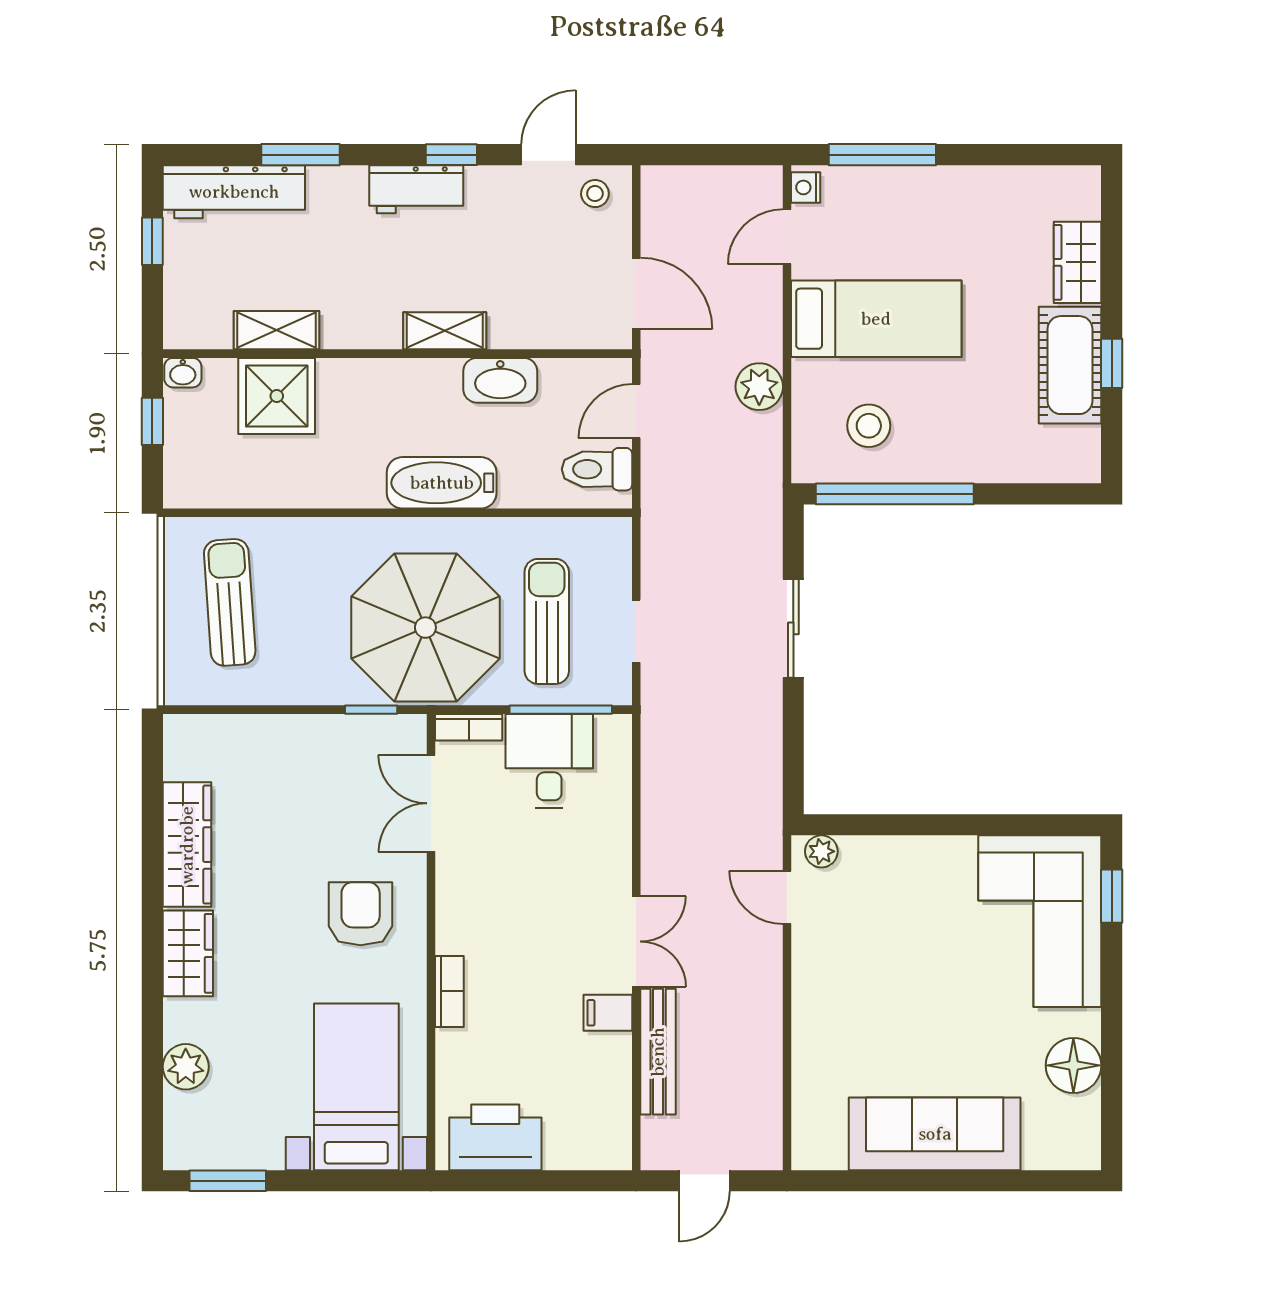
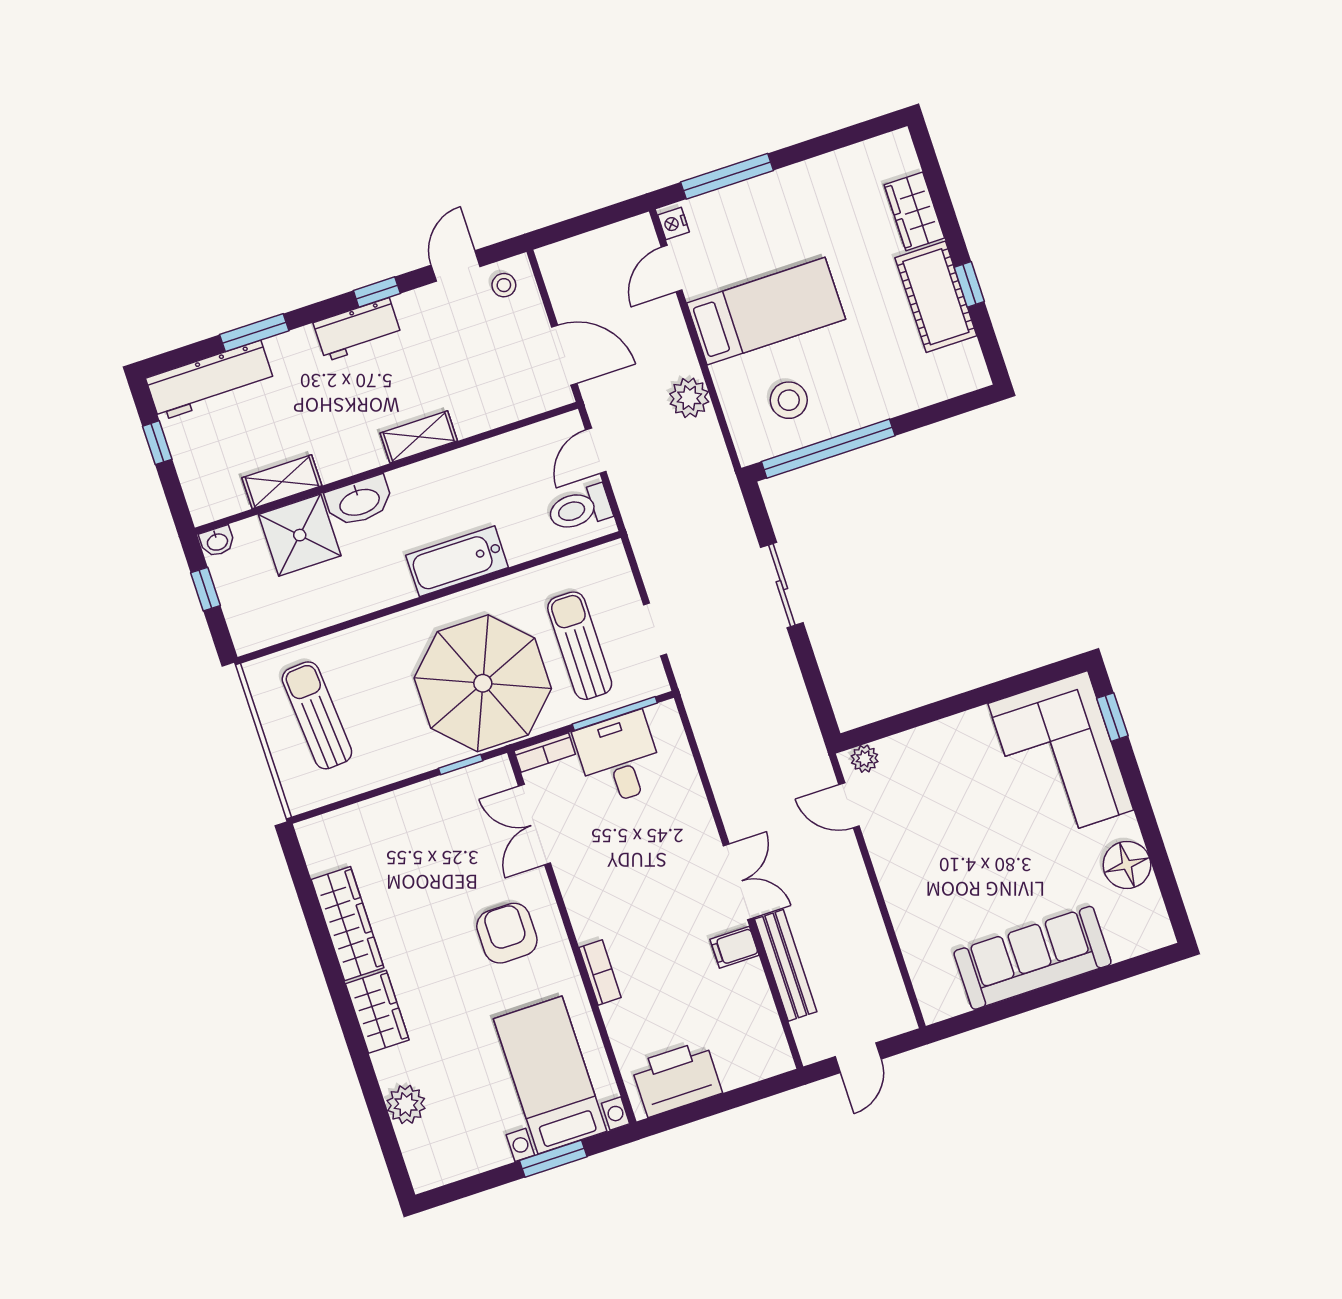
washbasin: (500, 380) -> (359, 501), moved
window: (228, 1181) -> (553, 1159), moved

